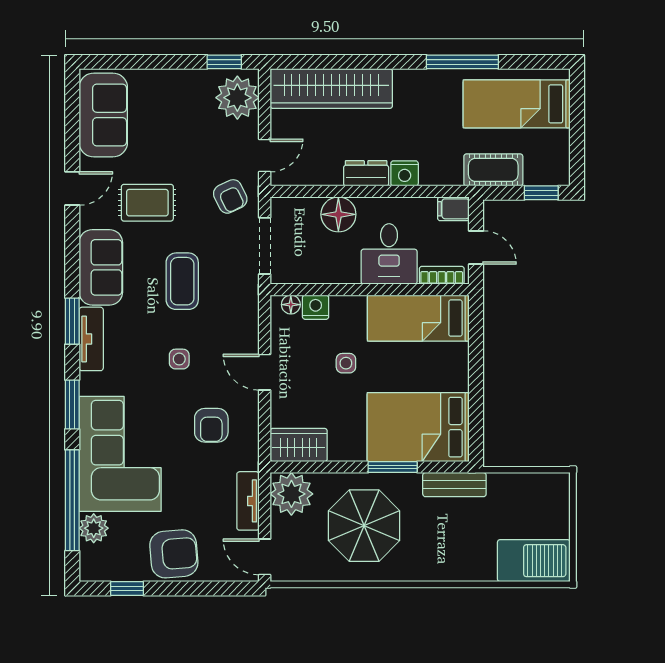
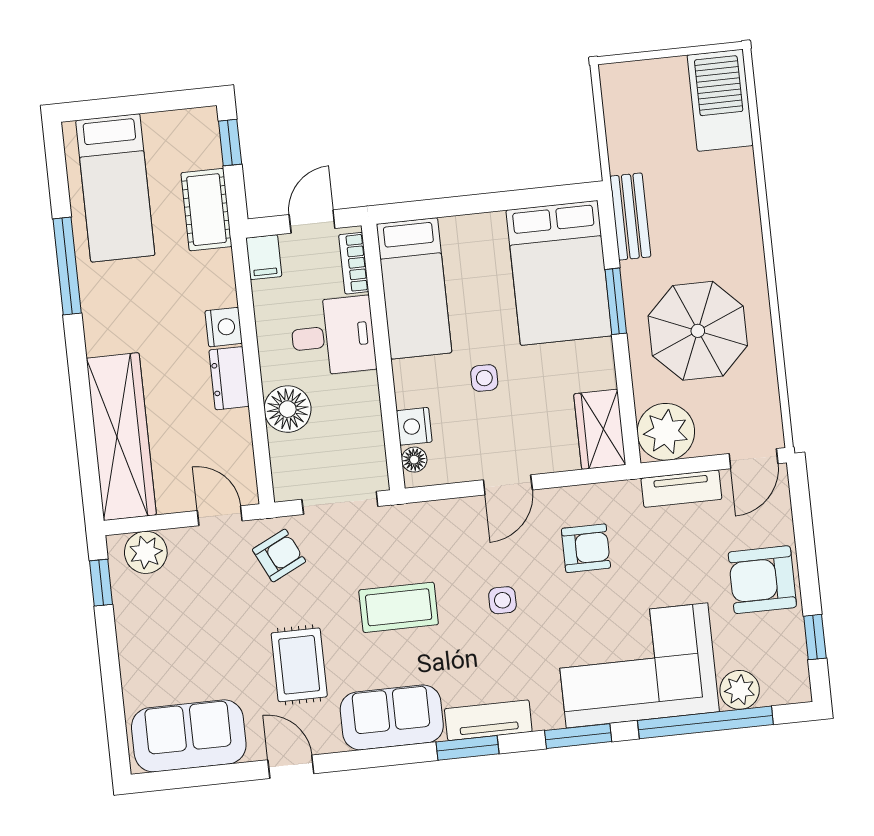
plant: (237, 98) -> (146, 552), width x0.73, depth x0.73
armchair: (174, 554) -> (762, 580), turned -85

